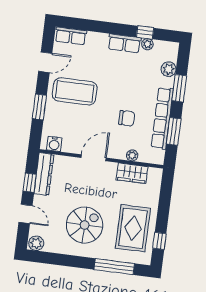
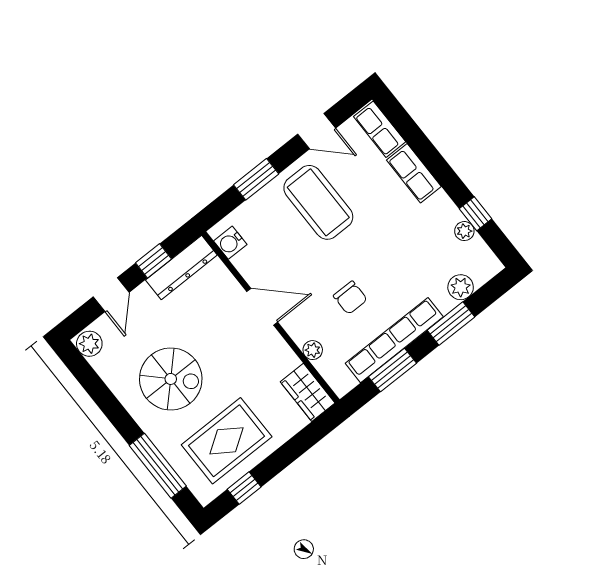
row of seats: (124, 43) -> (414, 173), moved
wardrobe: (132, 173) -> (308, 392), moved

